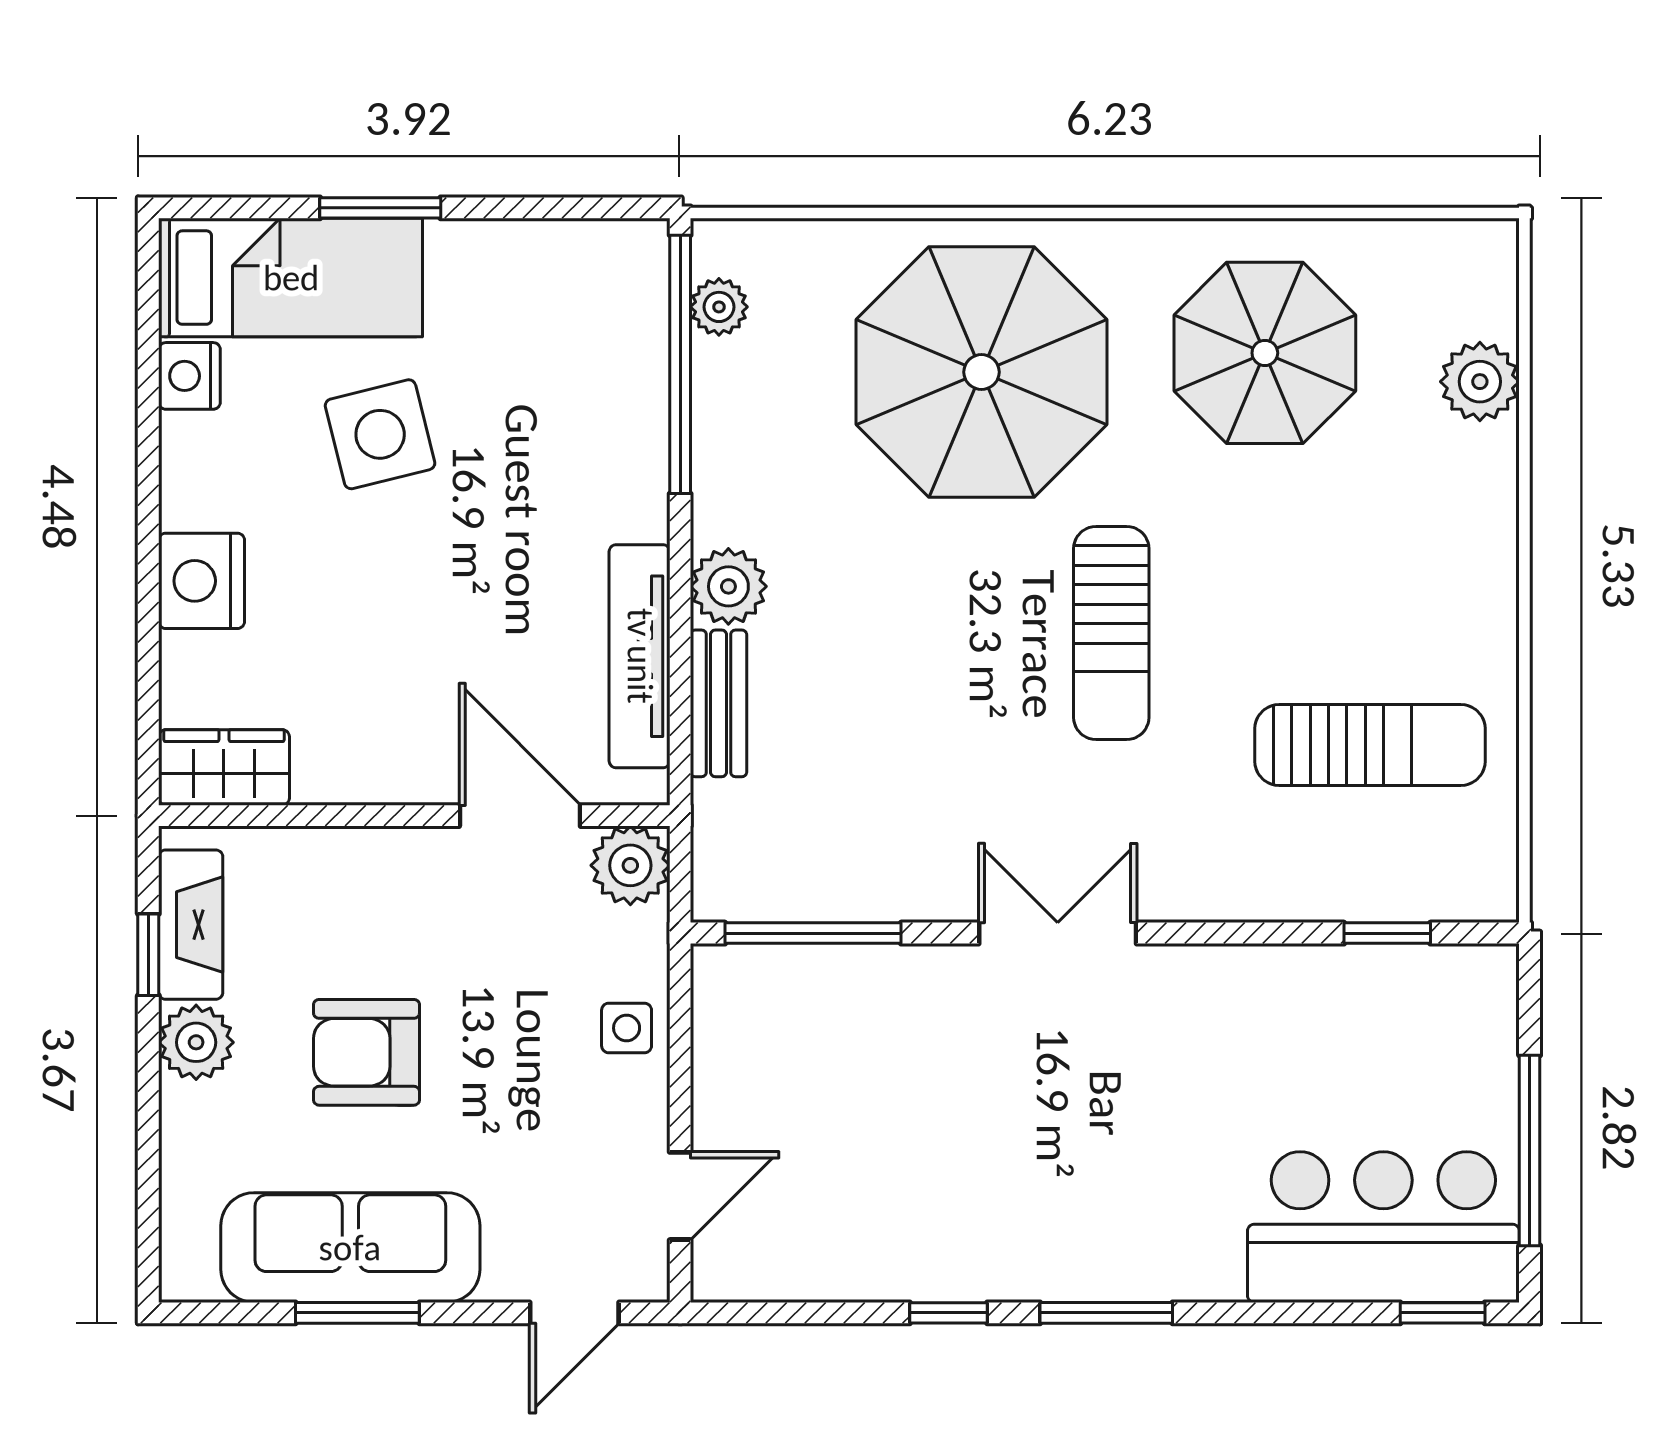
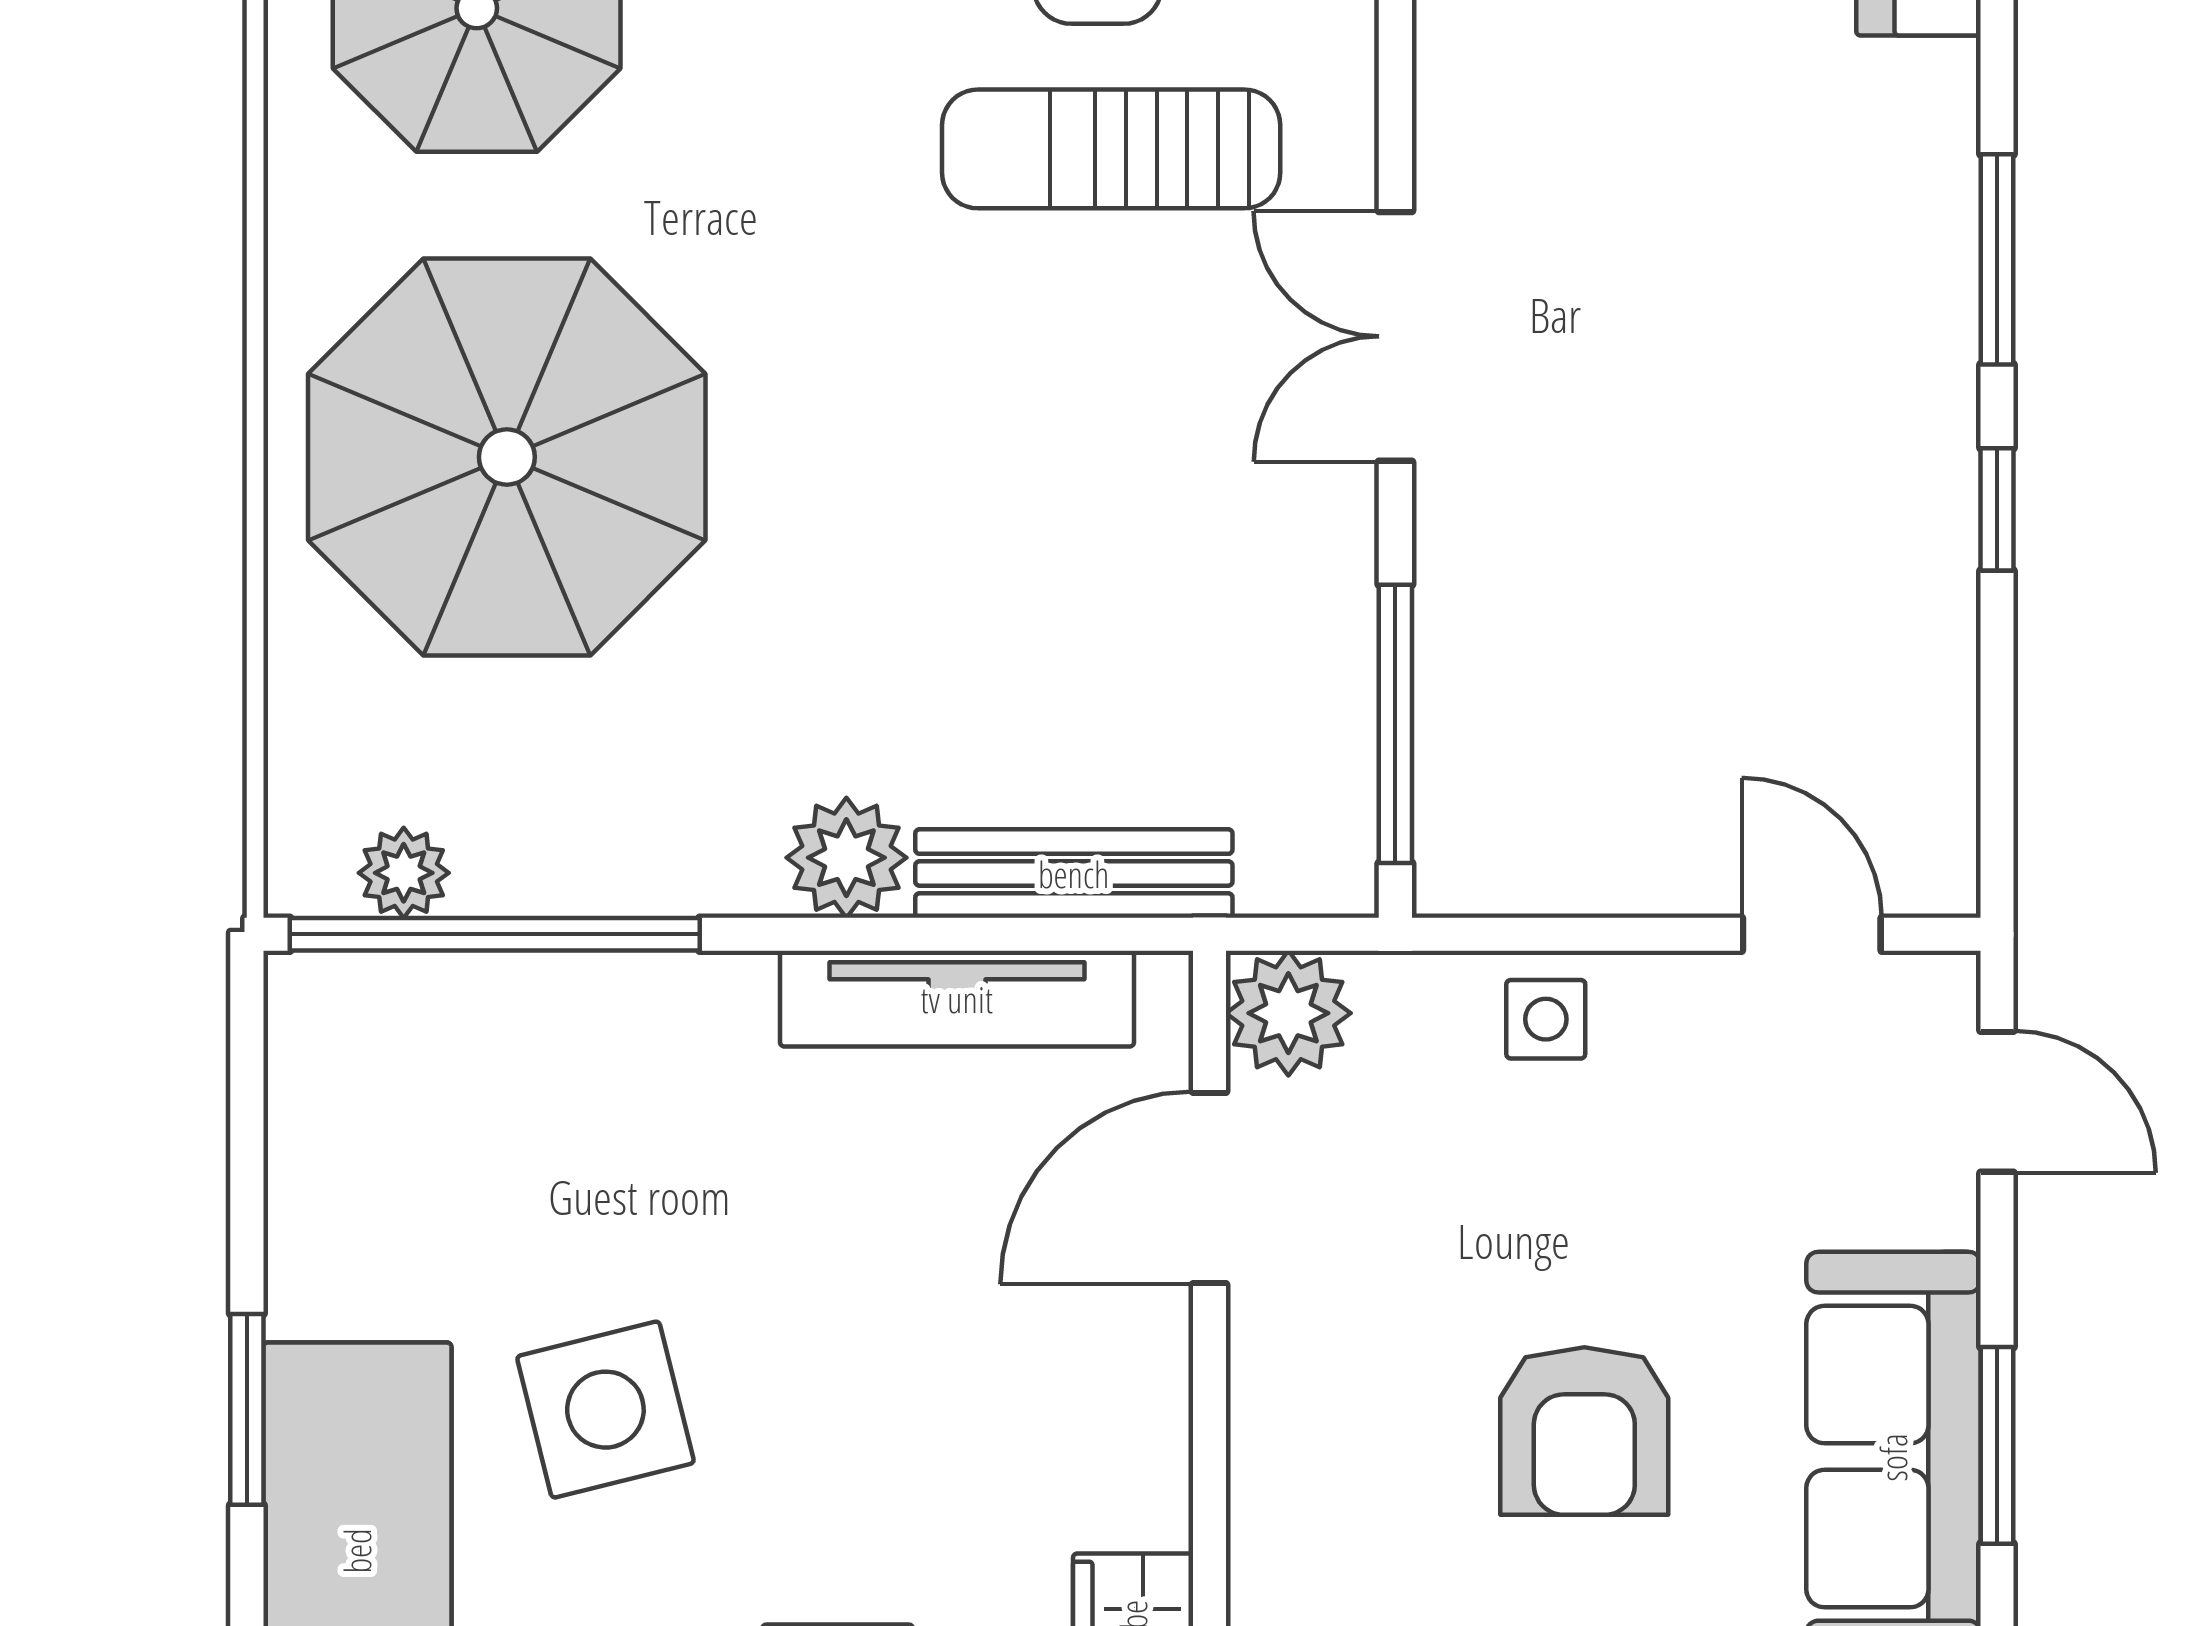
sun lounger: (1111, 633) -> (1111, 149), moved, turned 180
bench: (719, 703) -> (1074, 874), width x1.36

